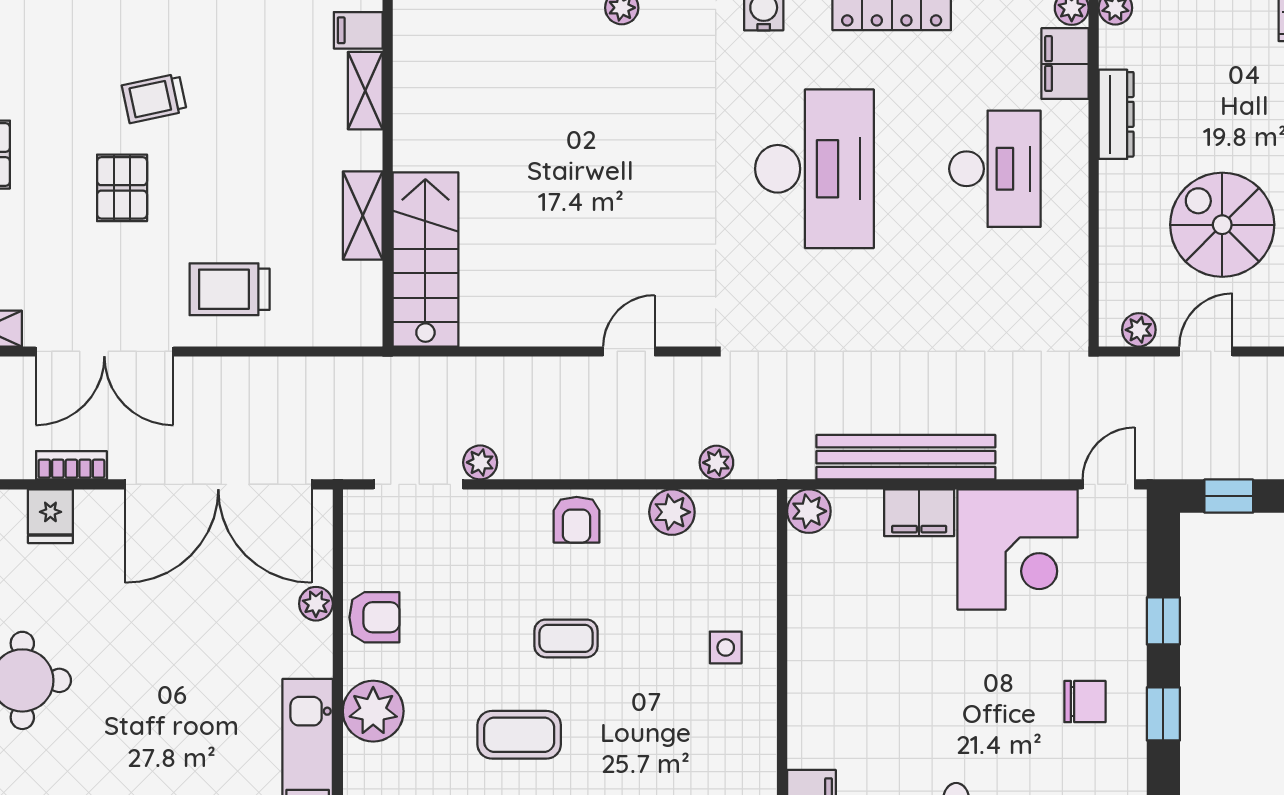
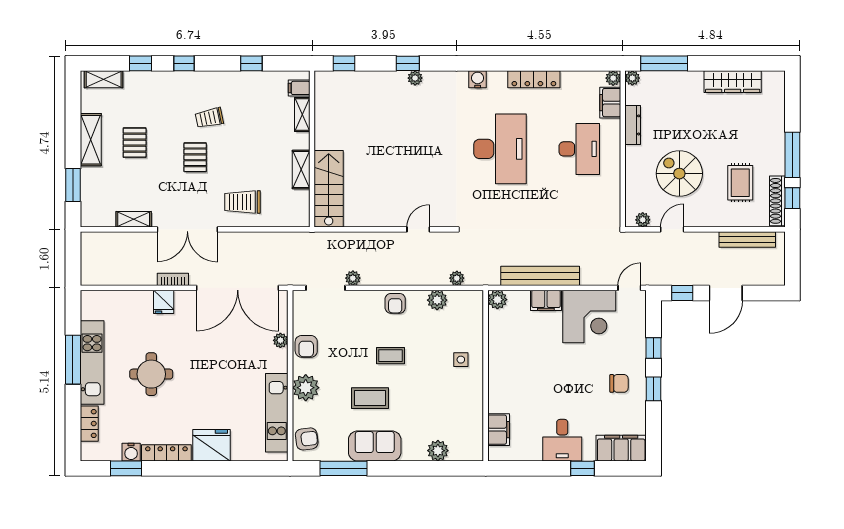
armchair: (374, 617) -> (306, 346), turned 90

